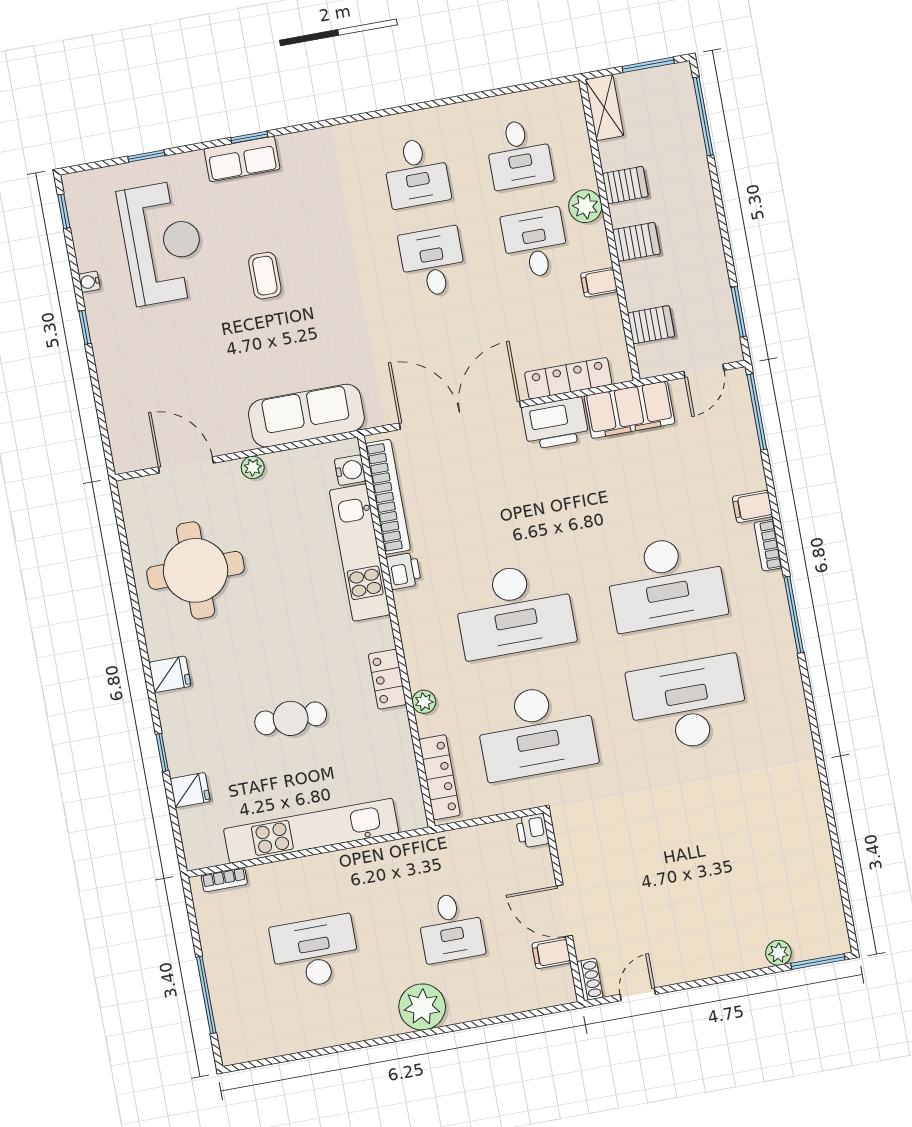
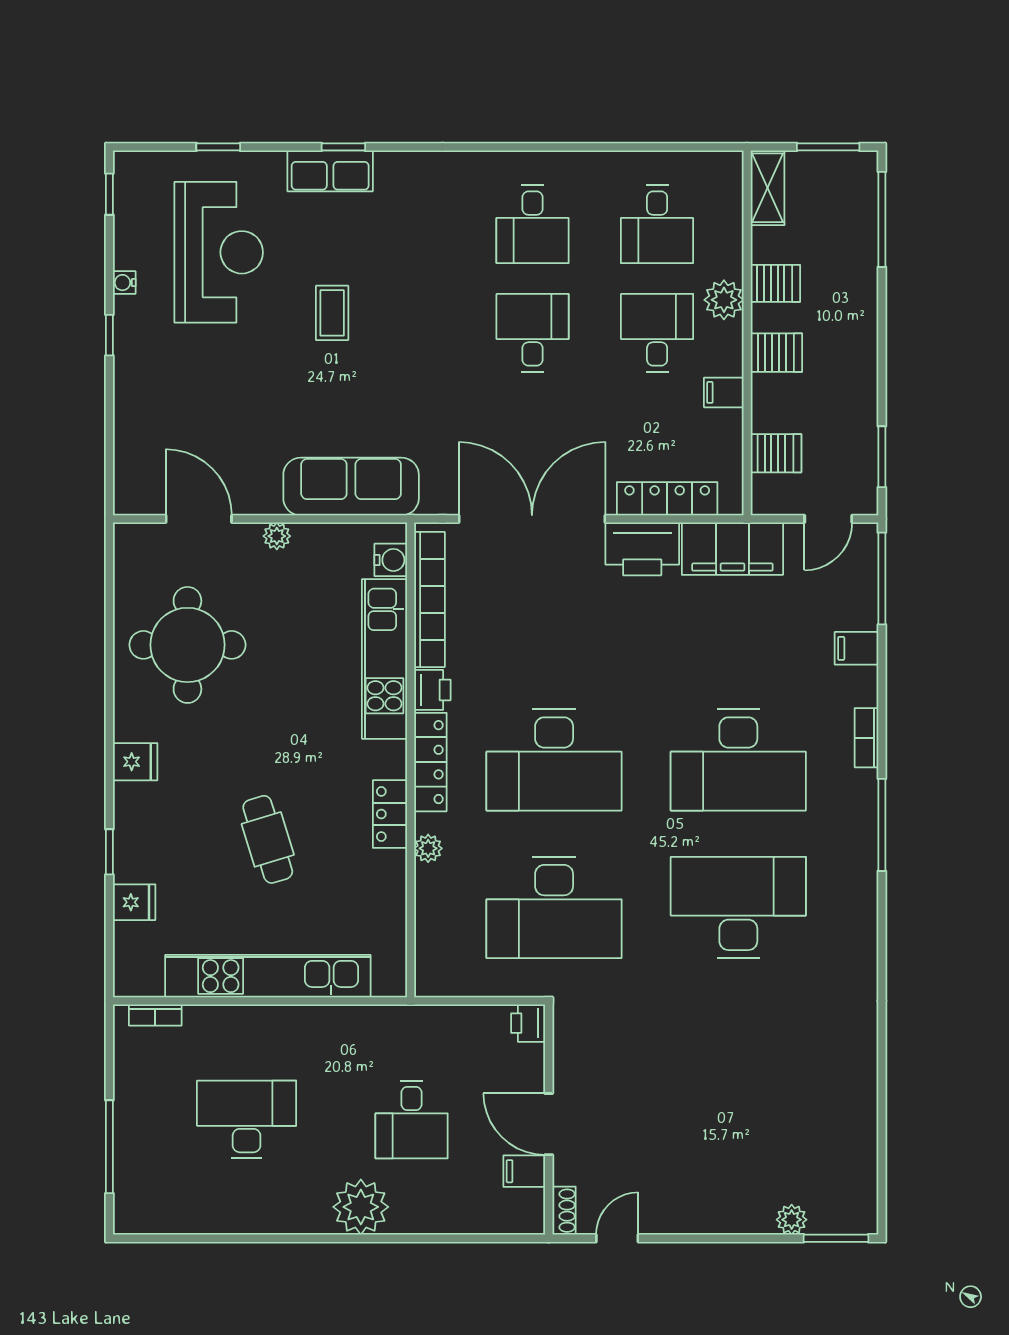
filing cabinet: (753, 507) -> (856, 648), moved
cafe table: (291, 718) -> (268, 839), turned 73
locker: (440, 777) -> (430, 762), moved

